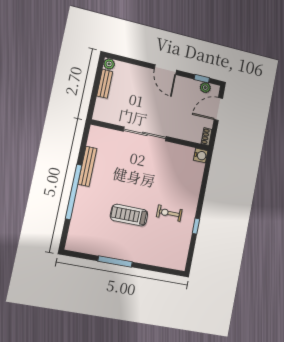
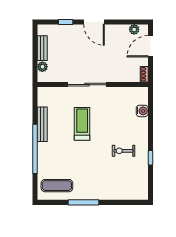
plant: (109, 64) -> (42, 67), moved
window: (202, 79) -> (66, 22), moved
water cooler: (201, 155) -> (142, 111), moved
treadmill: (129, 215) -> (82, 124), moved, turned 90
exercise mat: (90, 237) -> (57, 186), added

